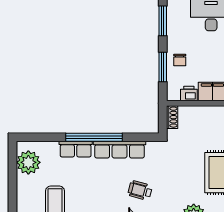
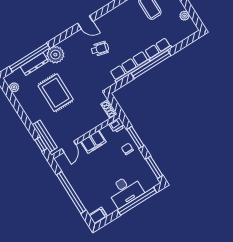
printer: (189, 94) -> (117, 125), moved
plant: (28, 162) -> (185, 16), width x0.53, depth x0.53

